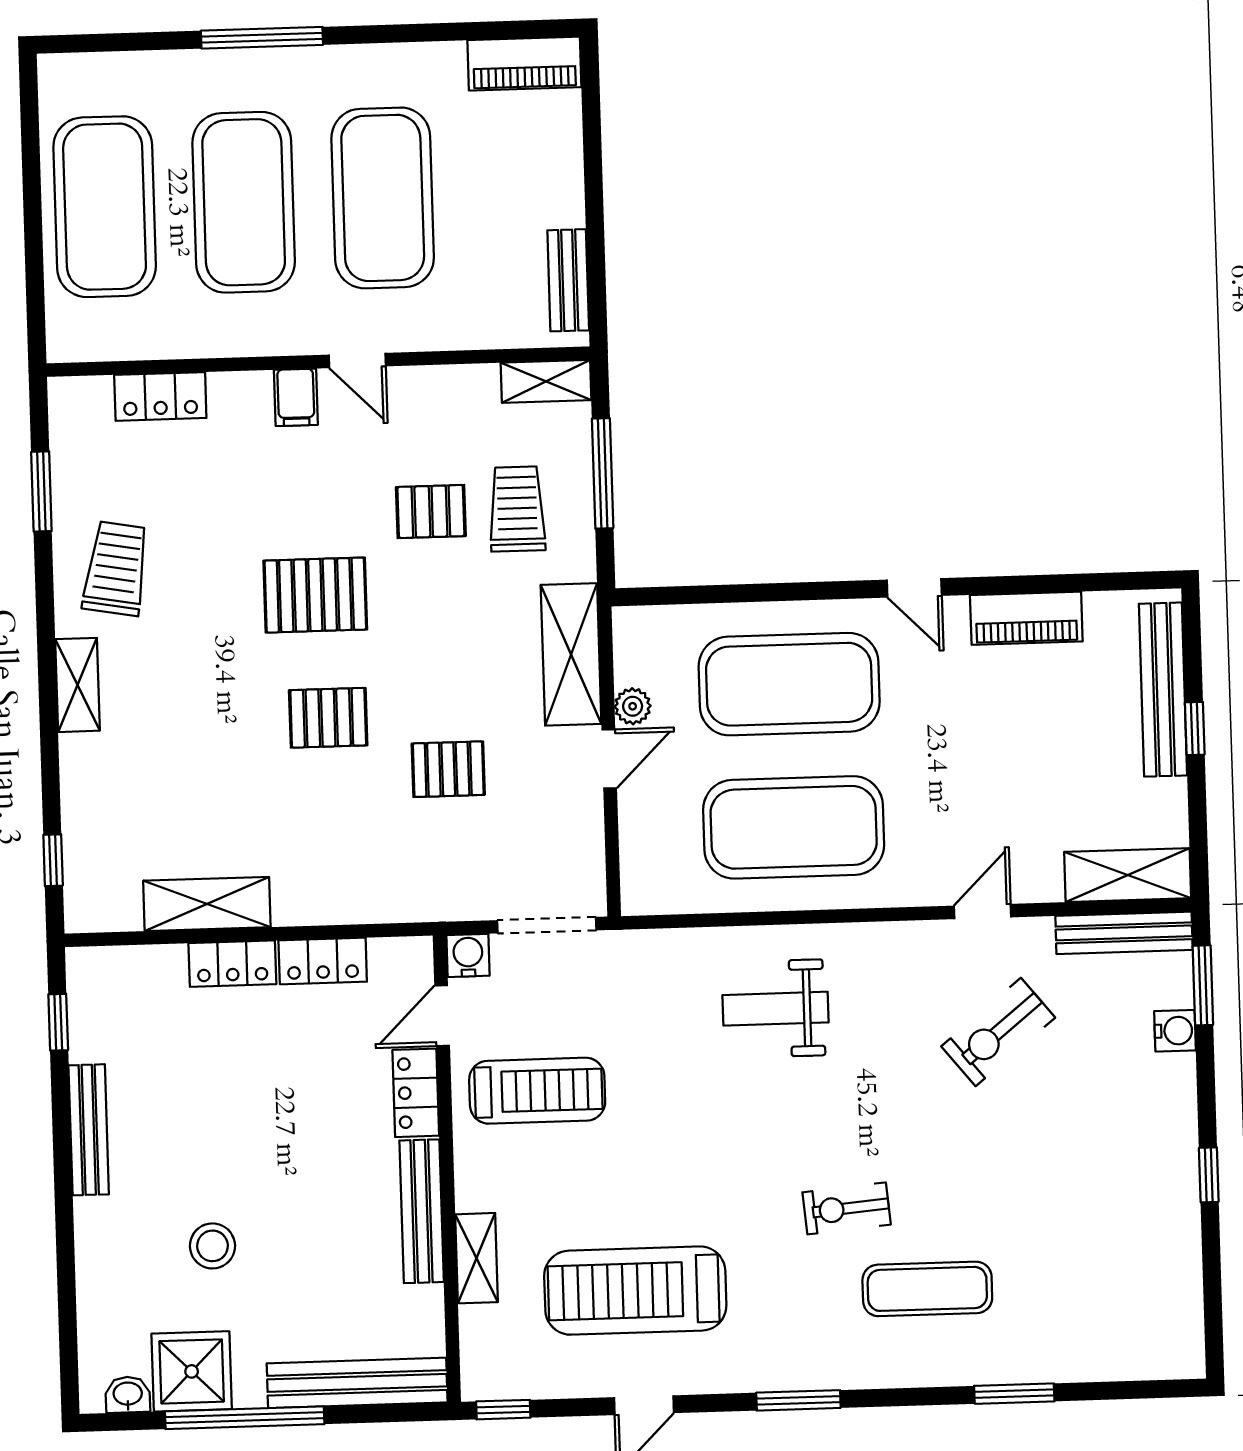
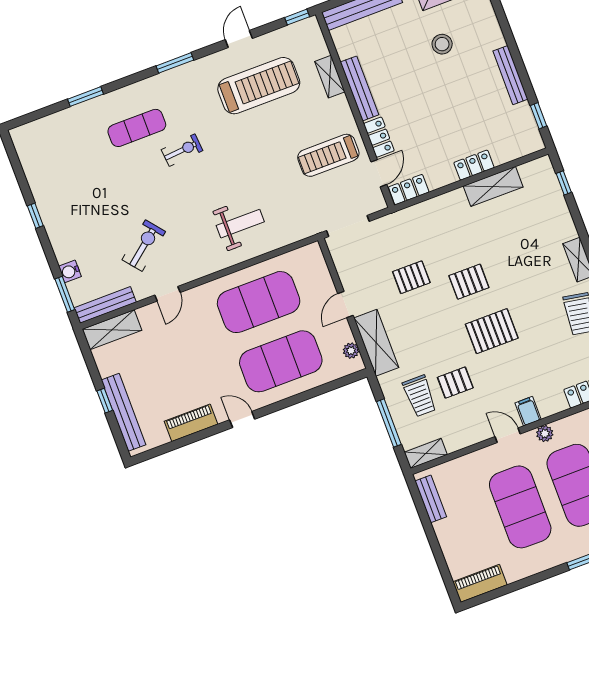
plant: (277, 337) -> (545, 434), added
plant: (633, 706) -> (351, 351), moved
water cooler: (468, 955) -> (377, 202), removed
locker: (323, 961) -> (409, 190), moved

